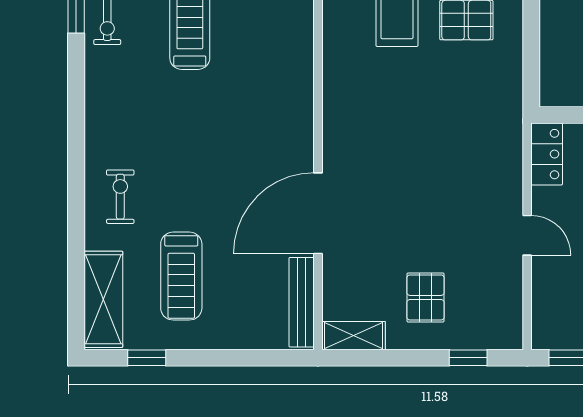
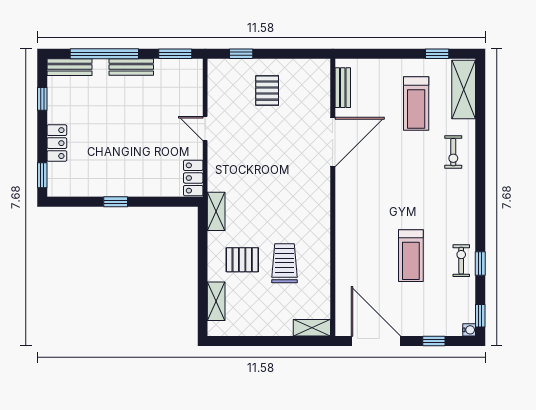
treadmill: (181, 276) -> (416, 104), turned 180
bench: (302, 302) -> (343, 88), width x0.73
shelving: (353, 336) -> (216, 211), moved, turned 90

